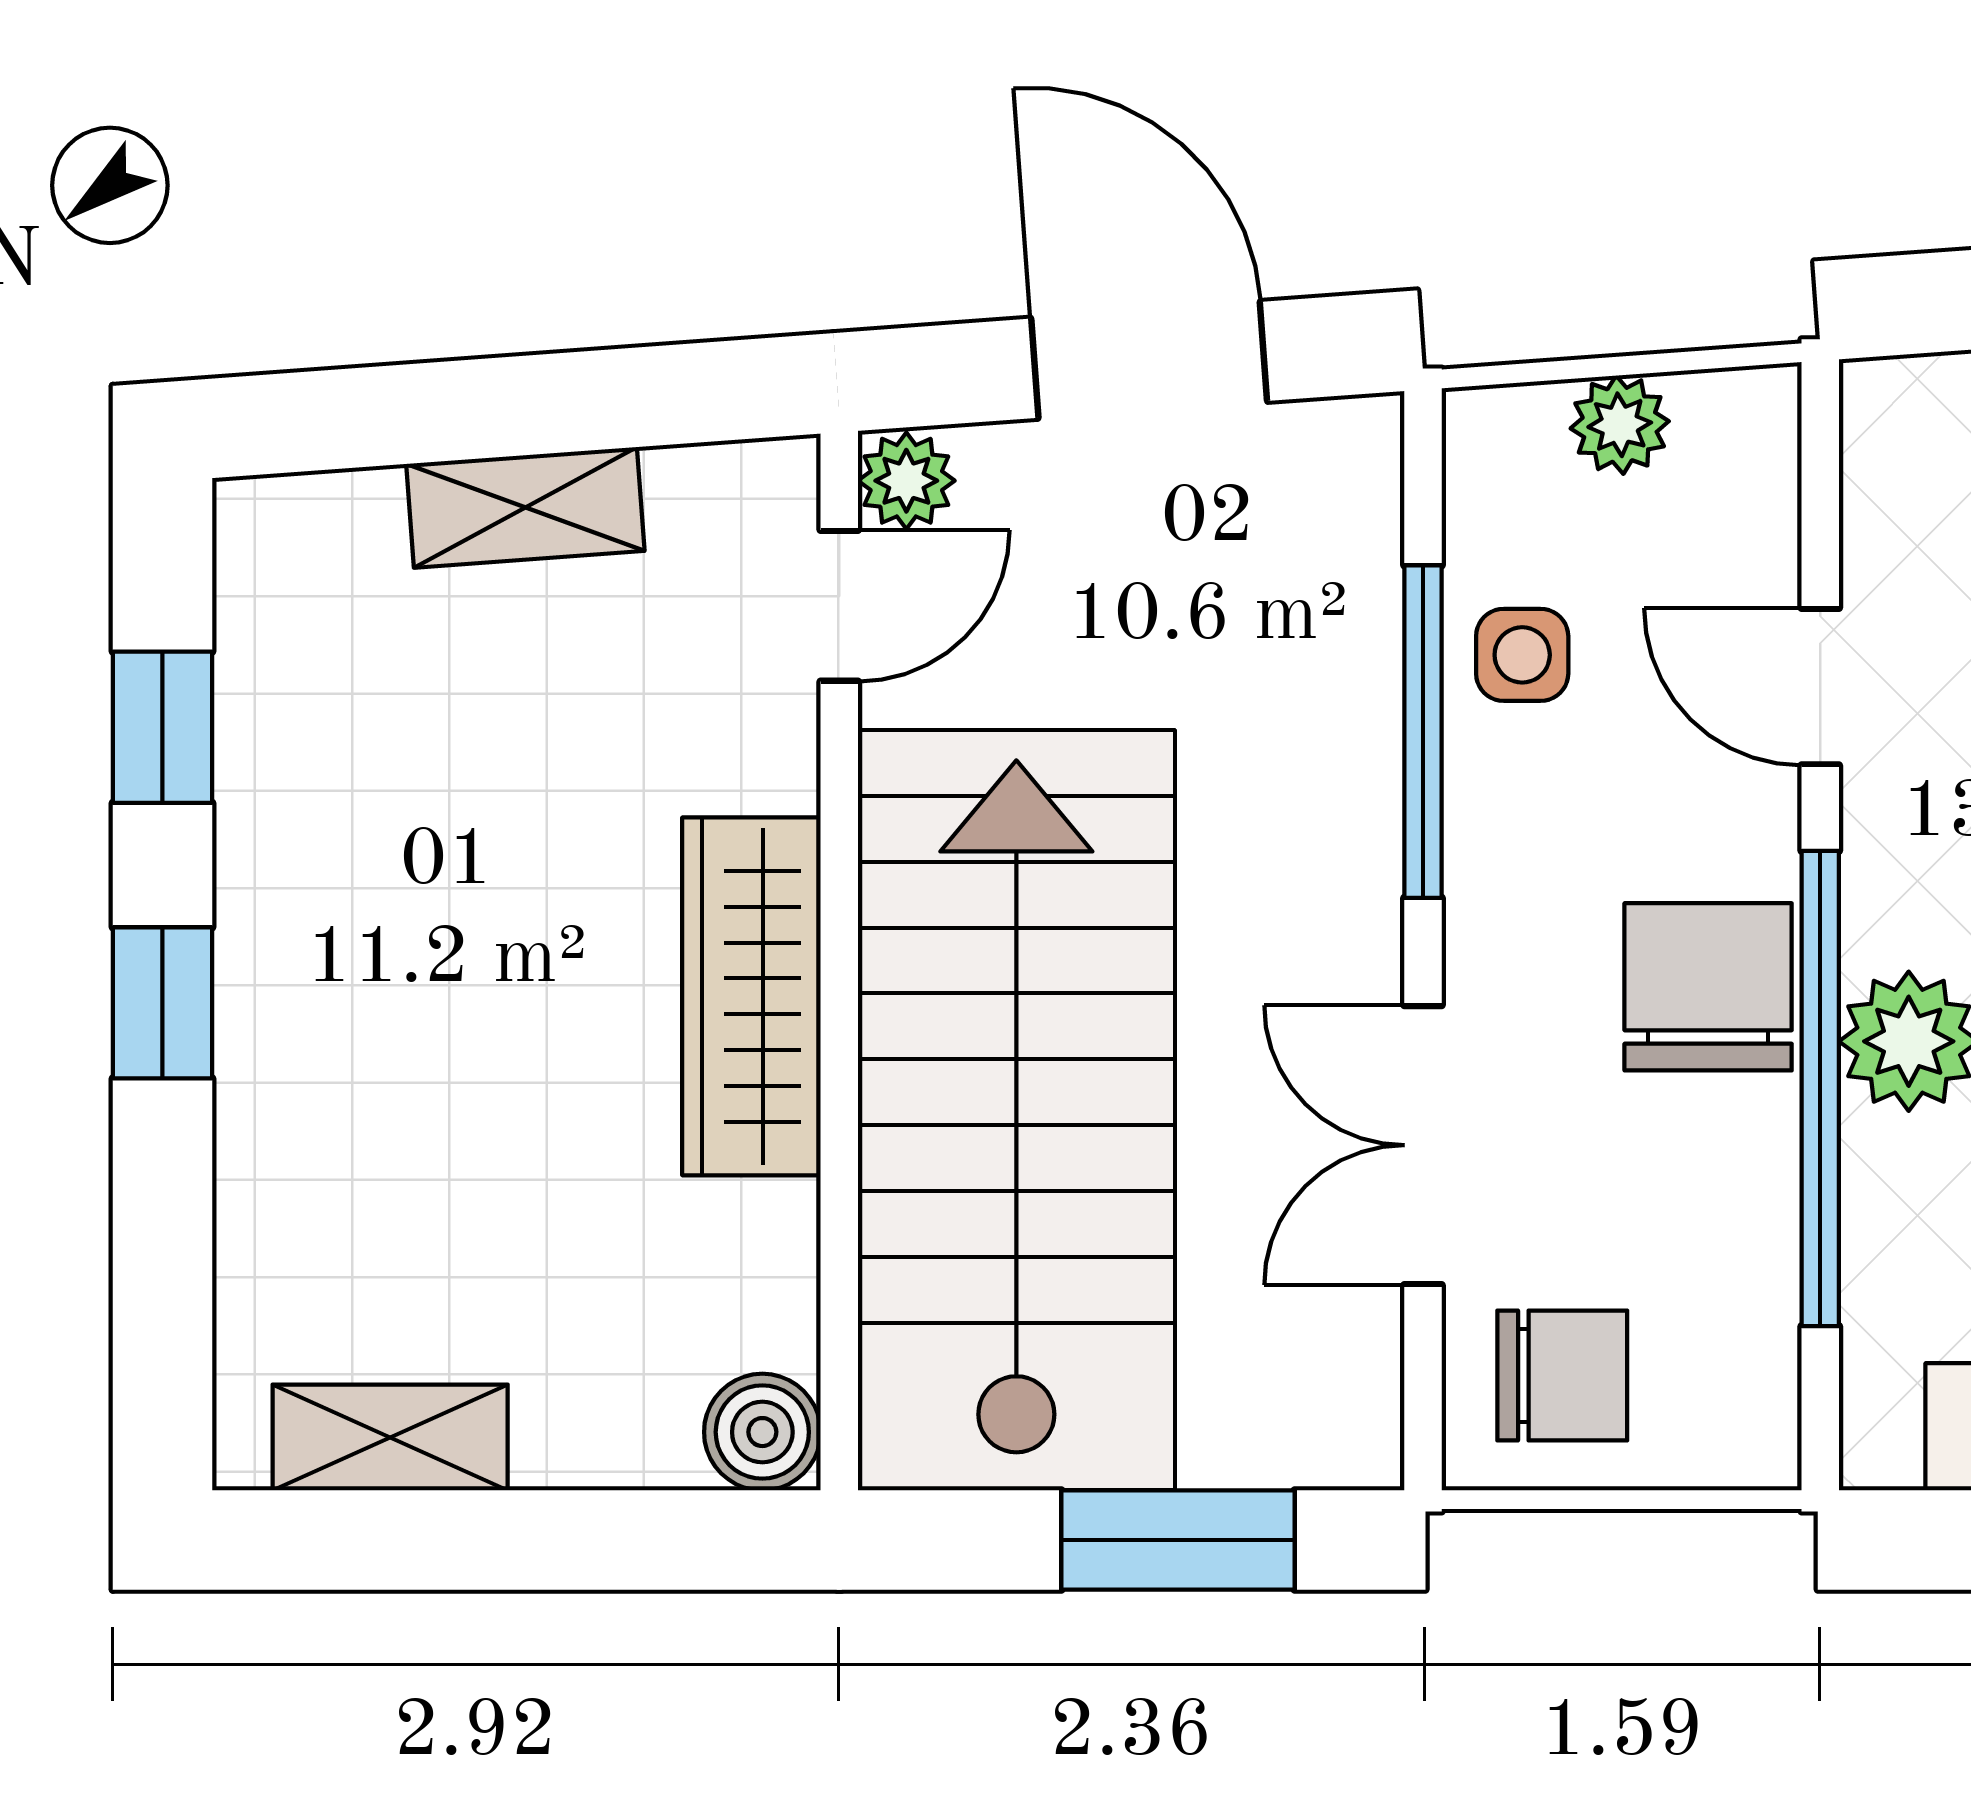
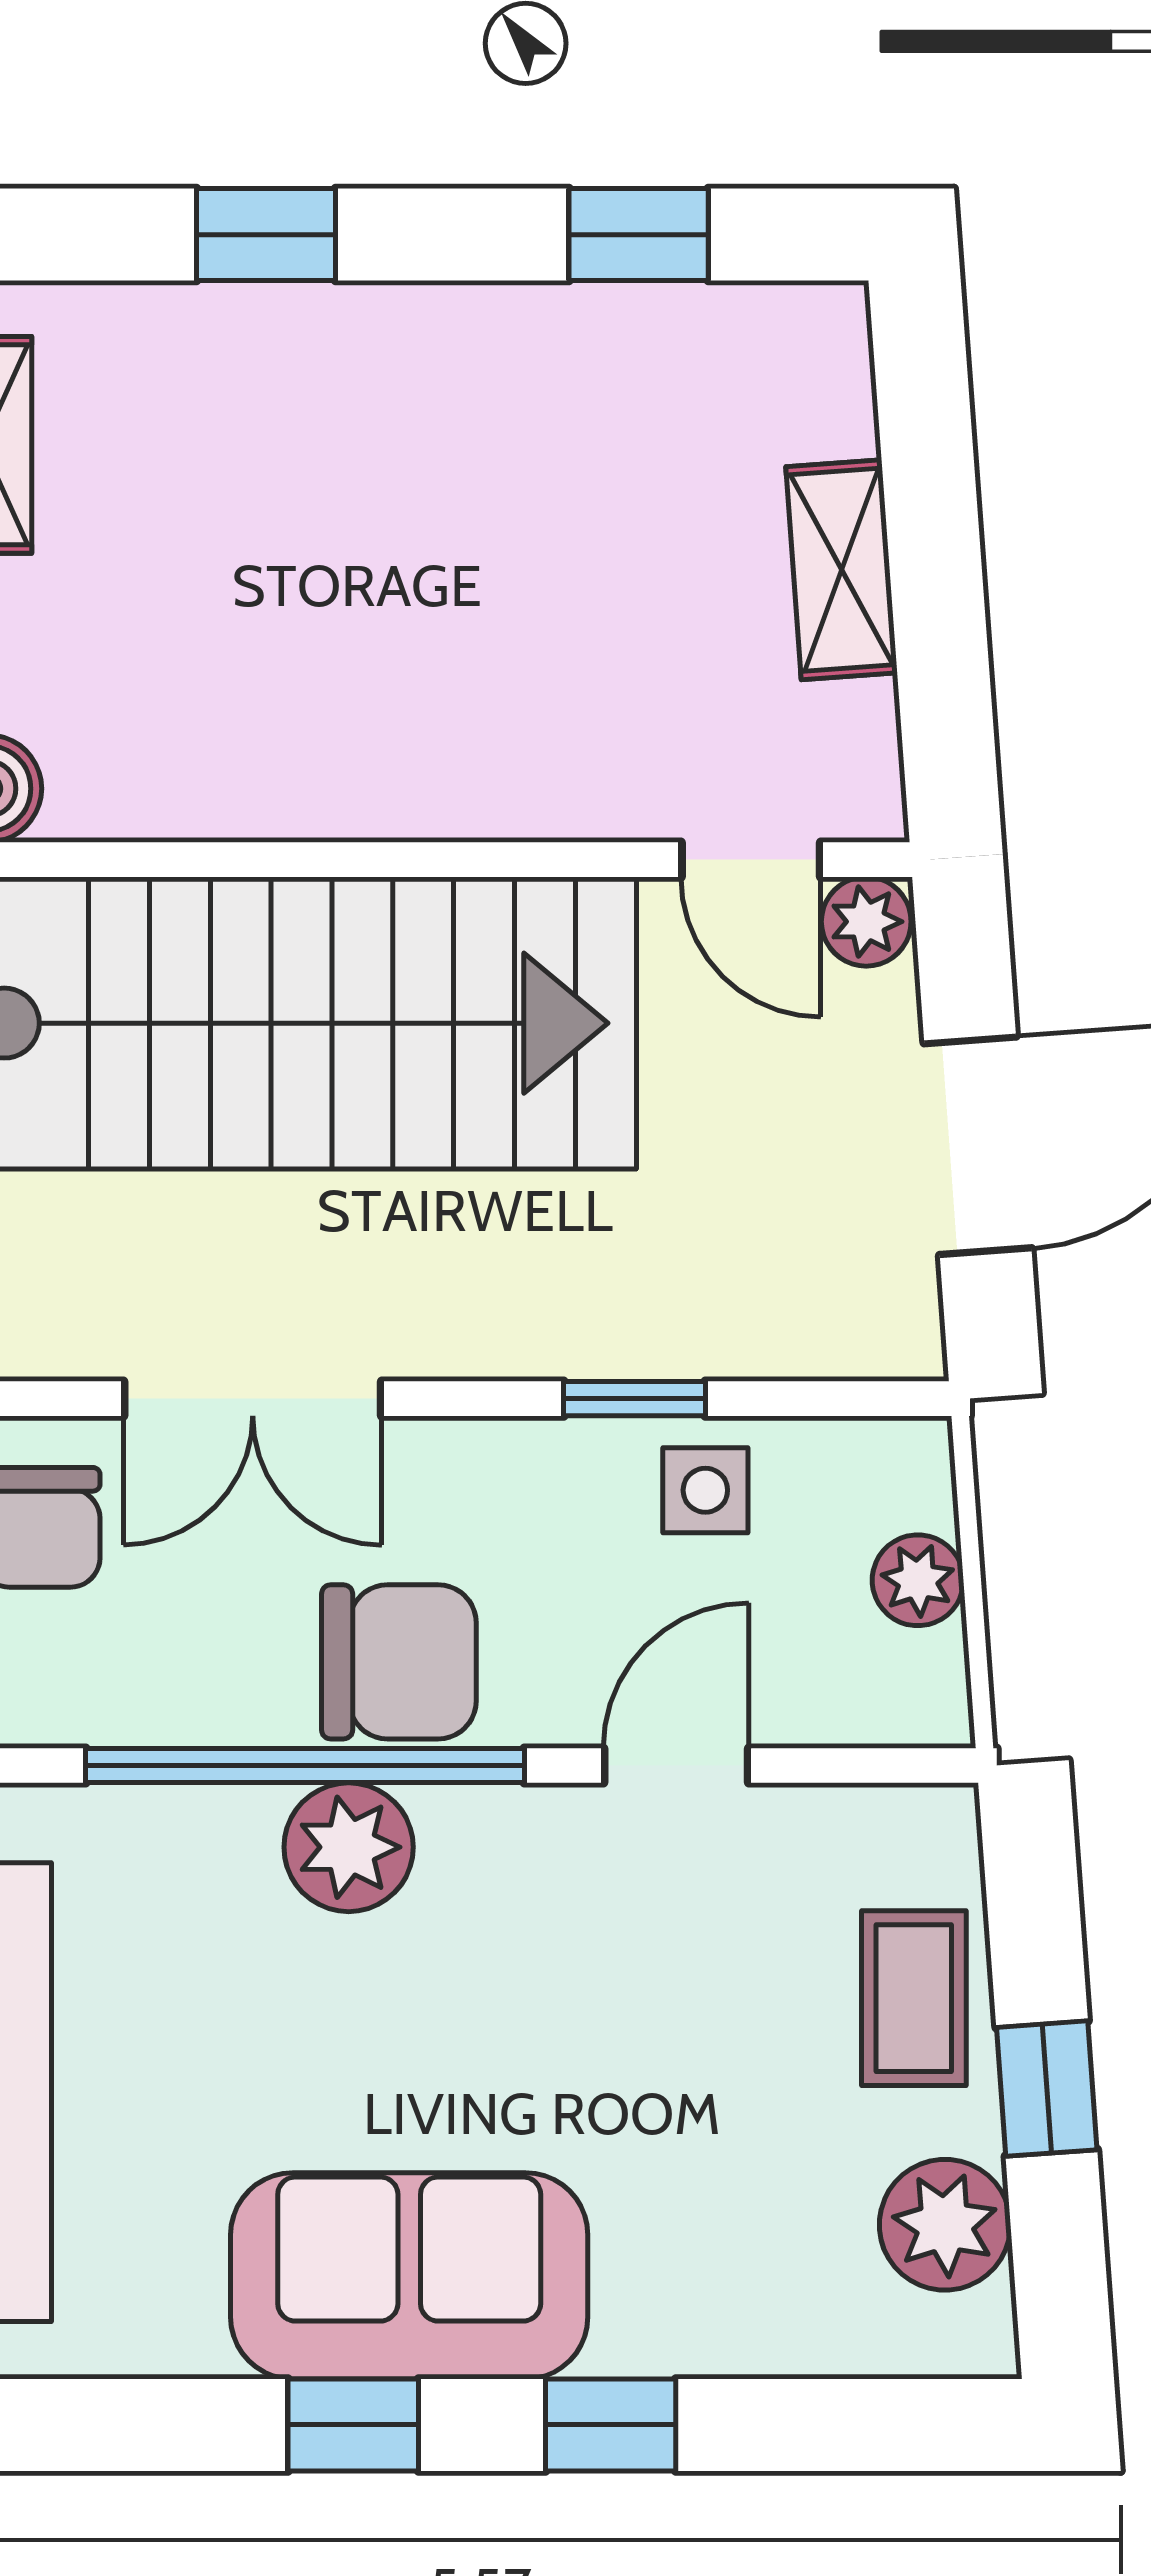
window: (1423, 732) -> (635, 1399), width x0.46
wardrobe: (751, 996) -> (390, 778), removed
window: (162, 1003) -> (266, 235), moved
double door: (1423, 1145) -> (253, 1399), swing flipped

